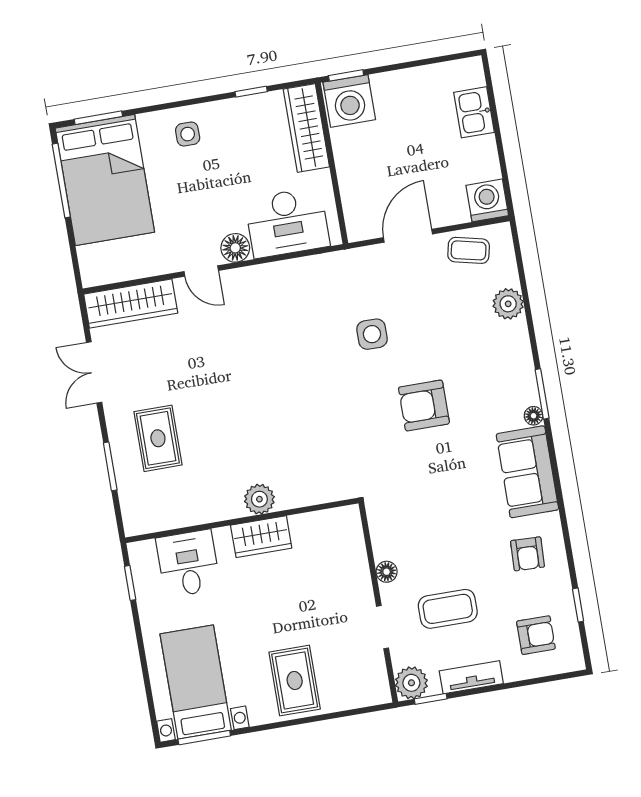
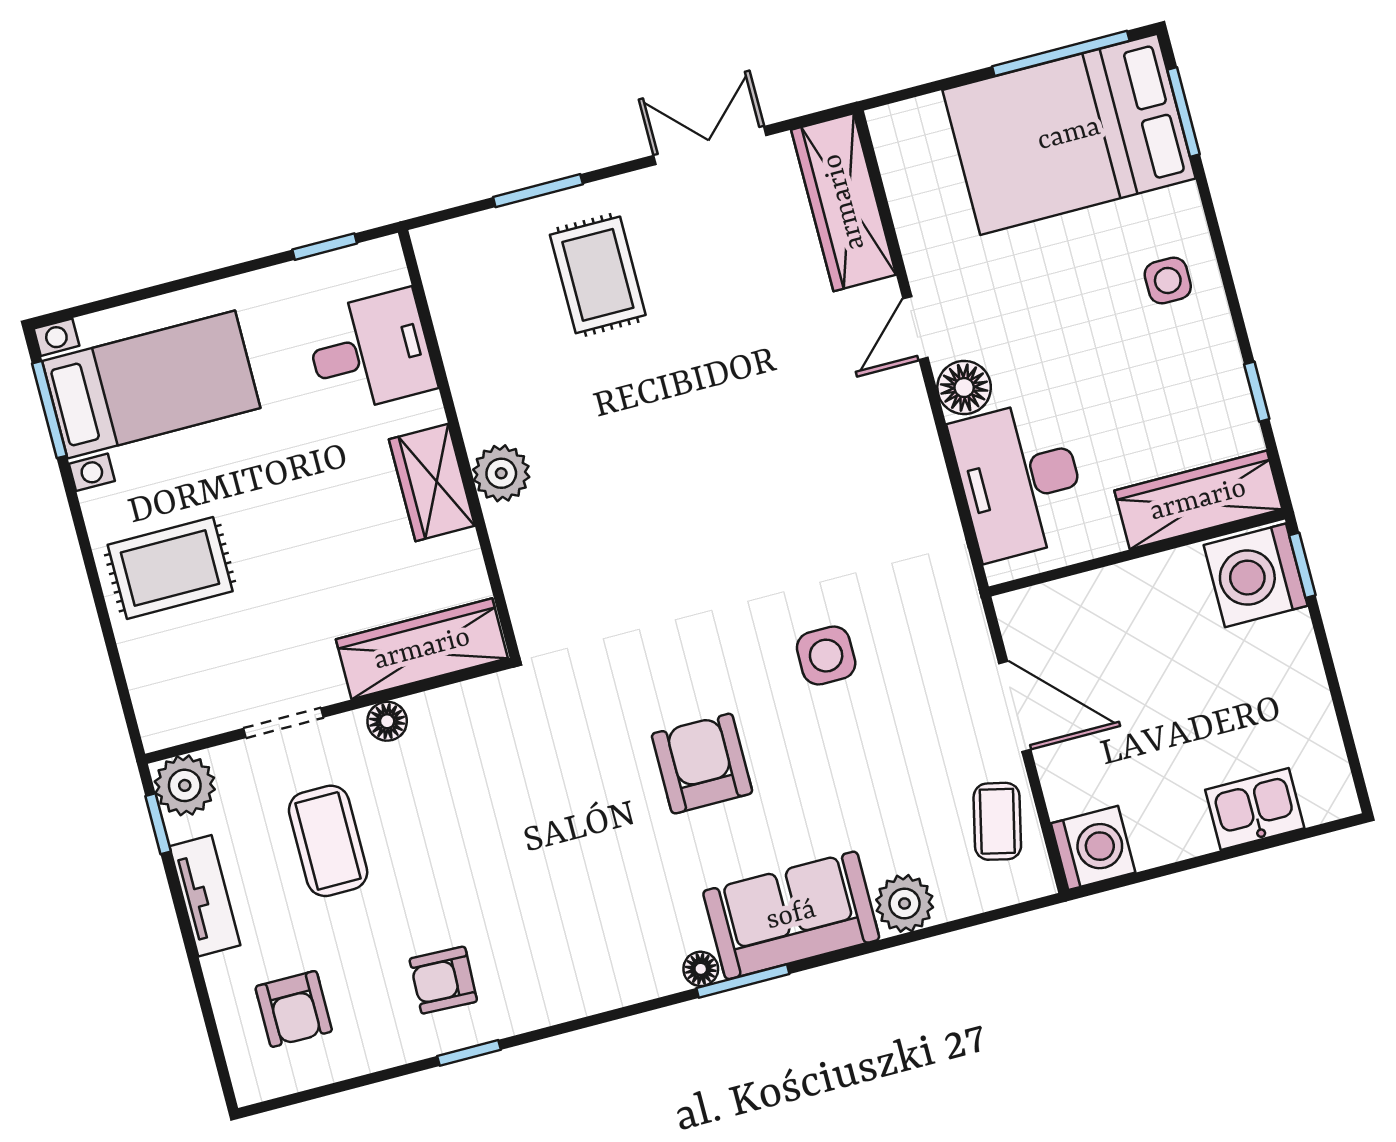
rug: (158, 438) -> (598, 275), turned 90
sofa: (527, 472) -> (791, 915), moved
wardrobe: (349, 550) -> (422, 649), added
window: (578, 605) -> (469, 1053), moved

